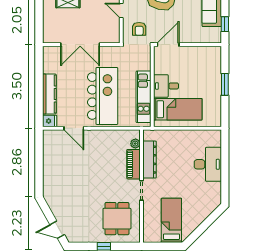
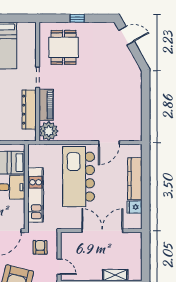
kitchen unit: (144, 97) -> (36, 195), moved
fridge: (50, 121) -> (134, 207), moved
door: (74, 128) -> (109, 143), swing flipped
plant: (135, 144) -> (49, 131), width x1.87, depth x1.87

